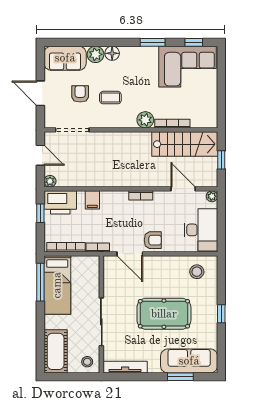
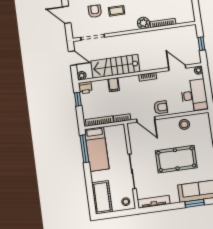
stairs: (185, 144) -> (115, 66), moved, turned 180
printer: (60, 202) -> (85, 88), width x0.53, depth x0.68
stool: (197, 272) -> (184, 124), moved

